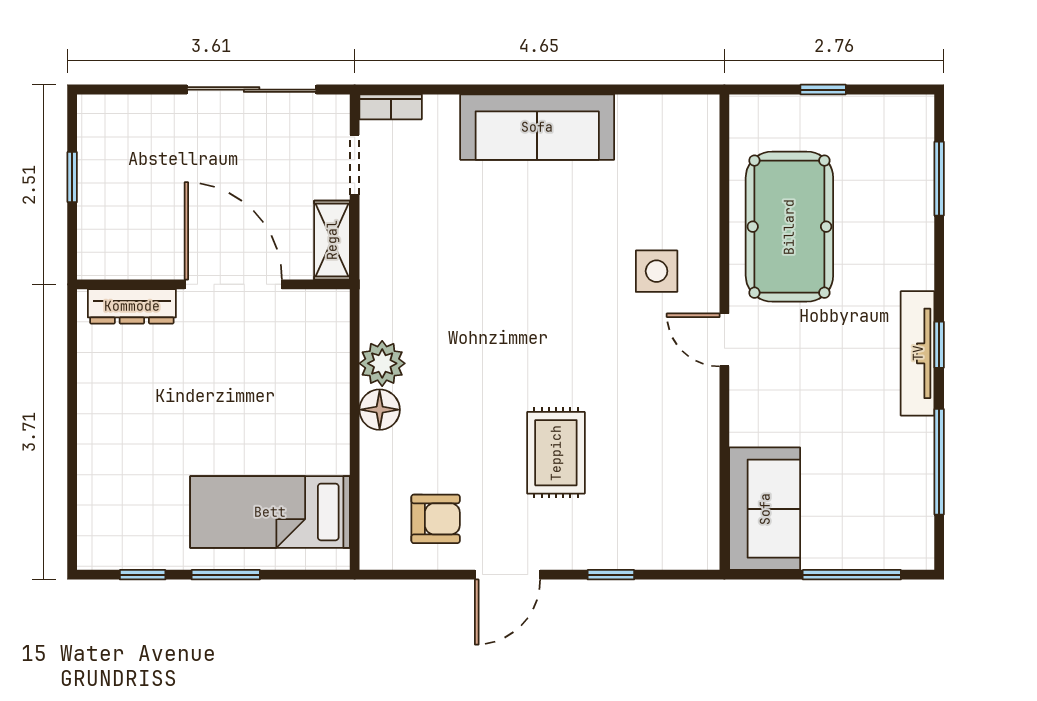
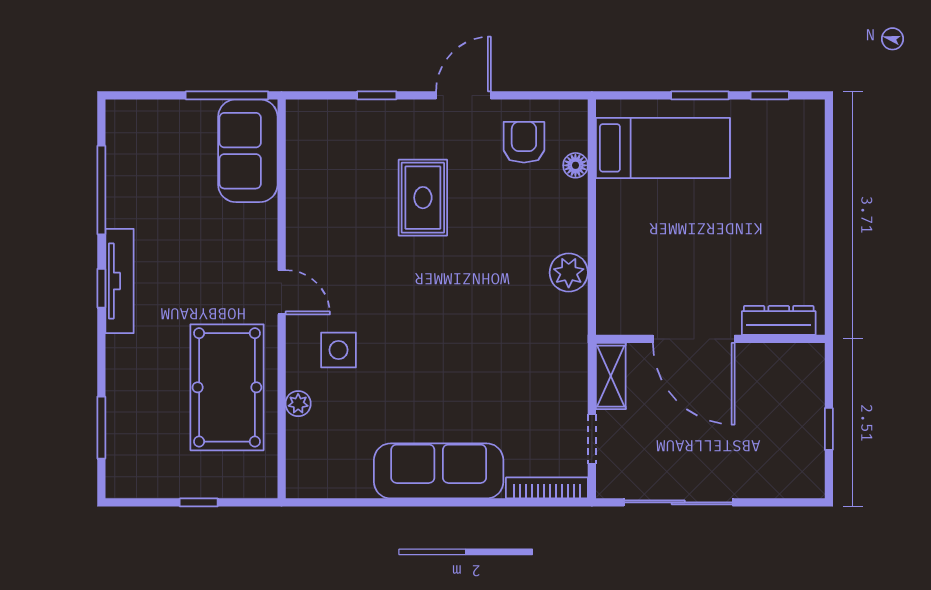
bookcase: (391, 107) -> (547, 488), width x1.56
plant: (705, 207) -> (298, 404), added
floor lamp: (380, 410) -> (575, 165), moved, width x0.73, depth x0.73
armchair: (436, 519) -> (524, 142), turned 90
window: (852, 575) -> (227, 95), moved

